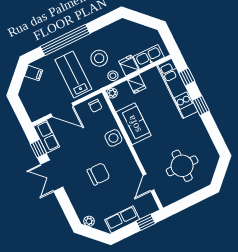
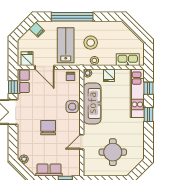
fridge: (129, 66) -> (27, 59), moved
sofa: (134, 124) -> (92, 103), width x1.36
chair: (98, 174) -> (48, 128), turned -90
door: (148, 183) -> (82, 142), moved

